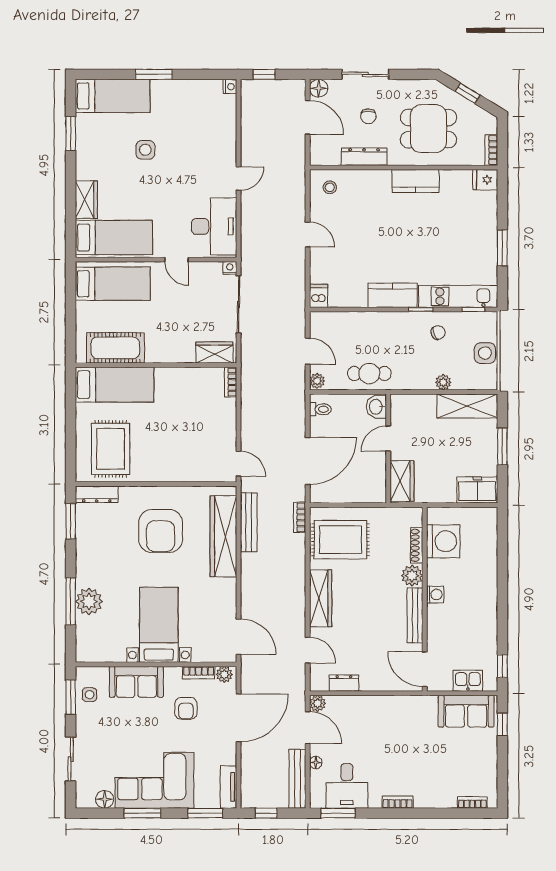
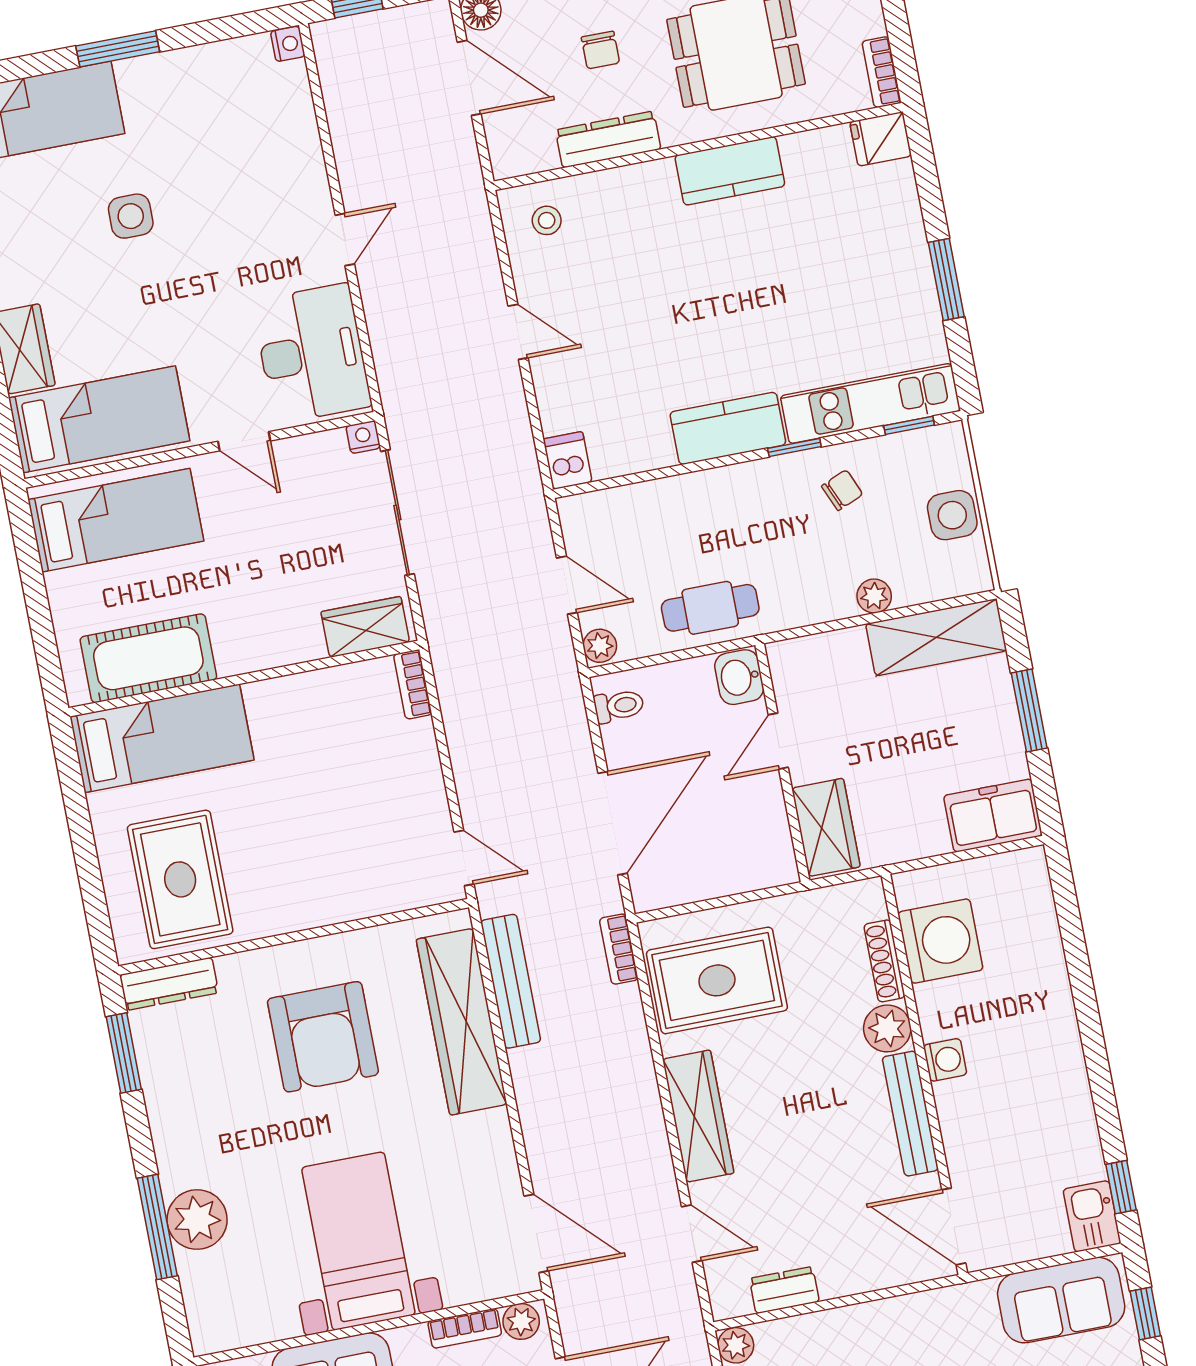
kitchen sink: (468, 681) -> (1092, 1216), moved, turned -90

